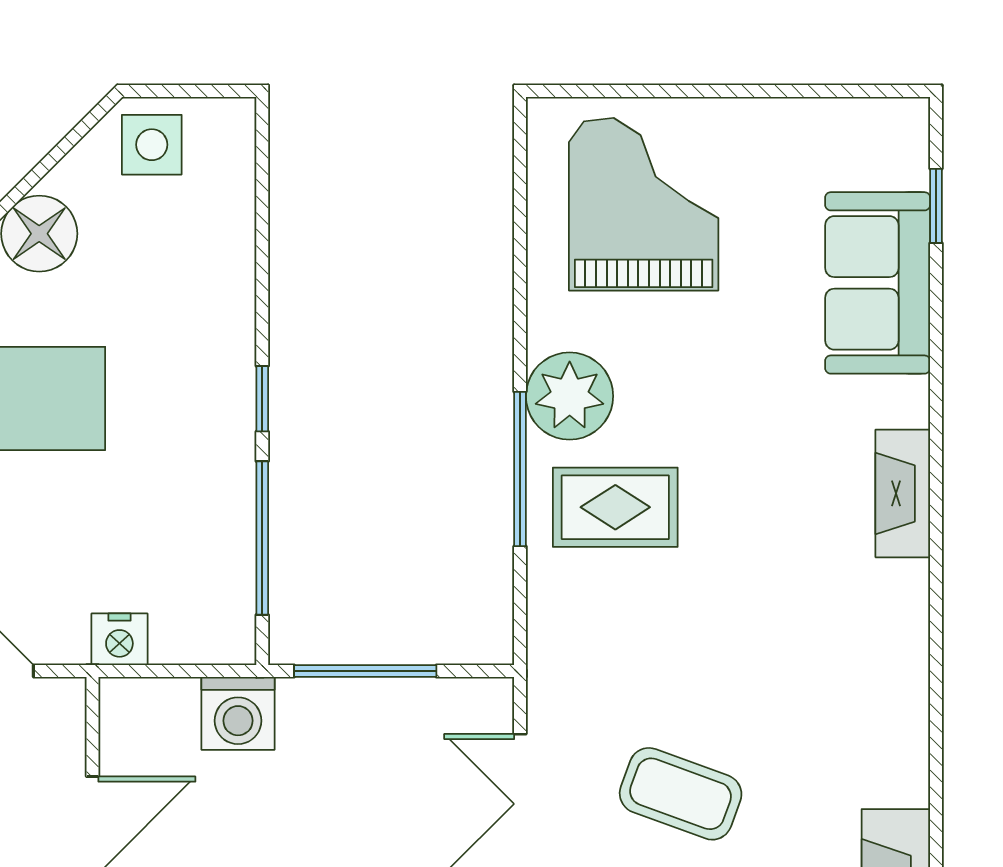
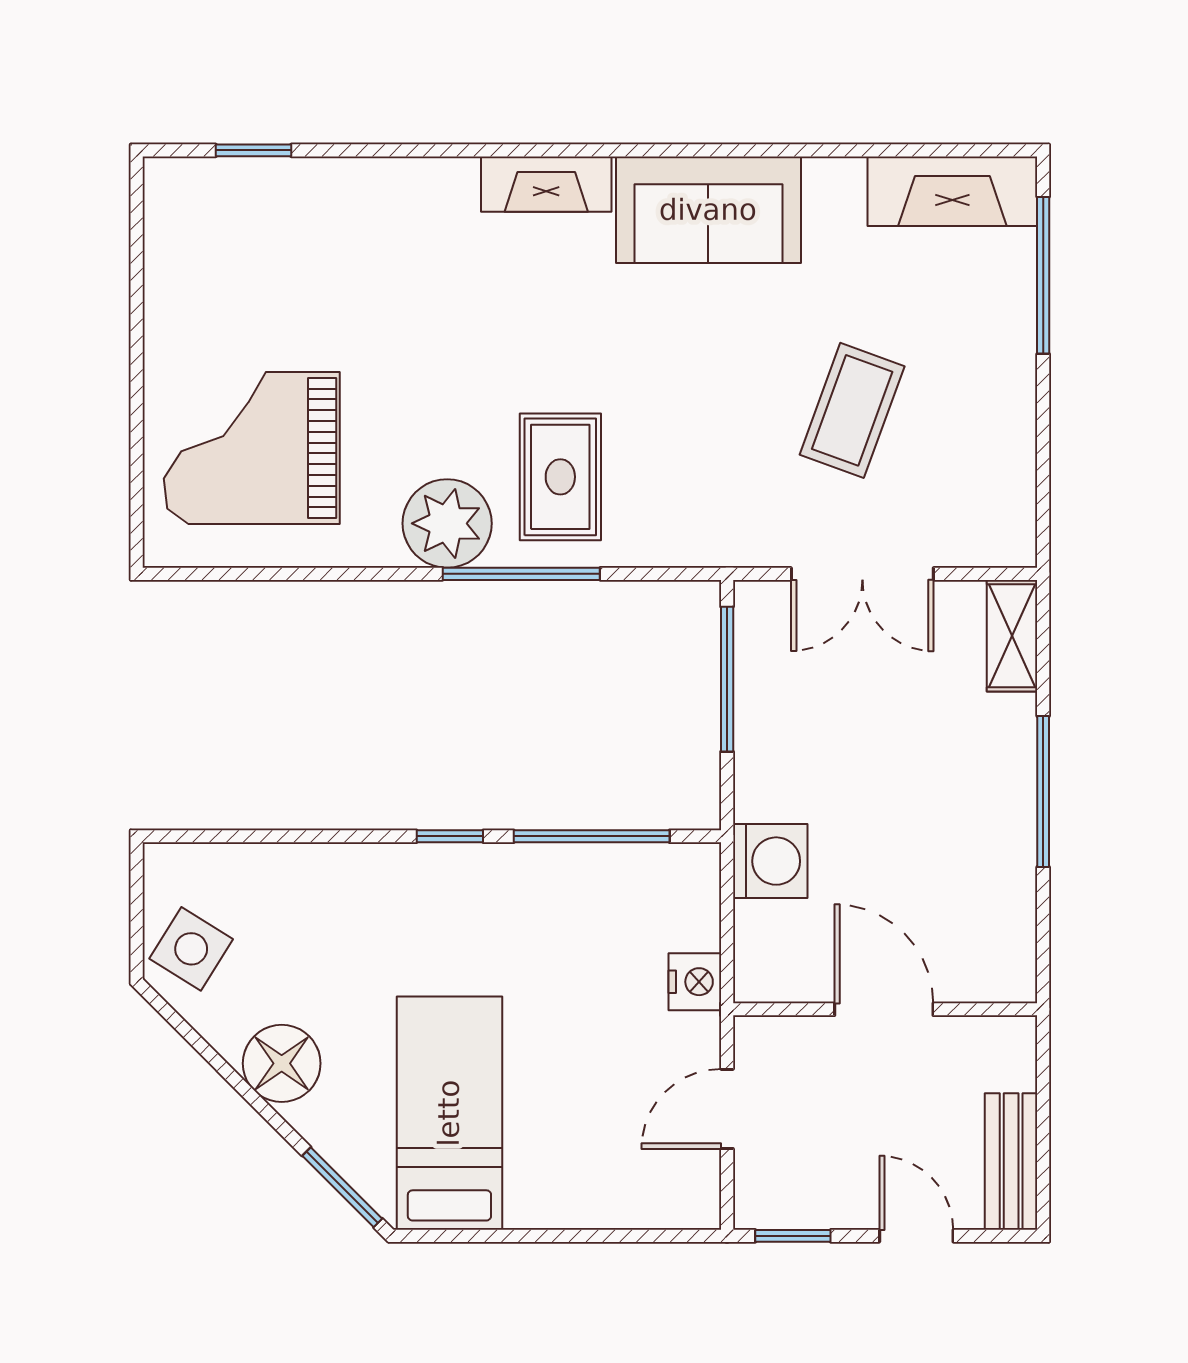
side table: (152, 145) -> (191, 949), turned 32
sofa: (878, 283) -> (708, 210), moved
window: (365, 671) -> (727, 679), moved

